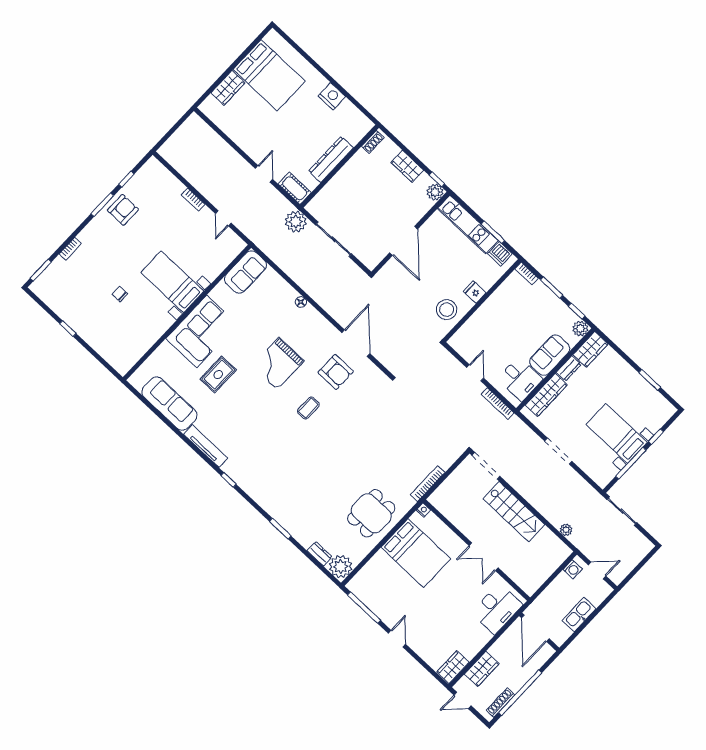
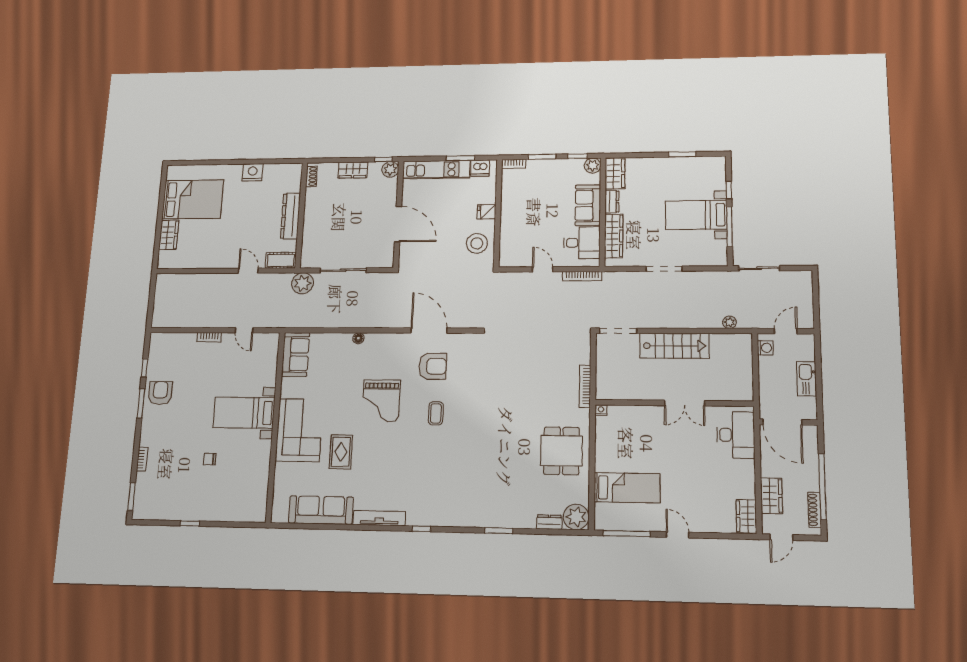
bed: (416, 553) -> (627, 488), moved, width x0.67

